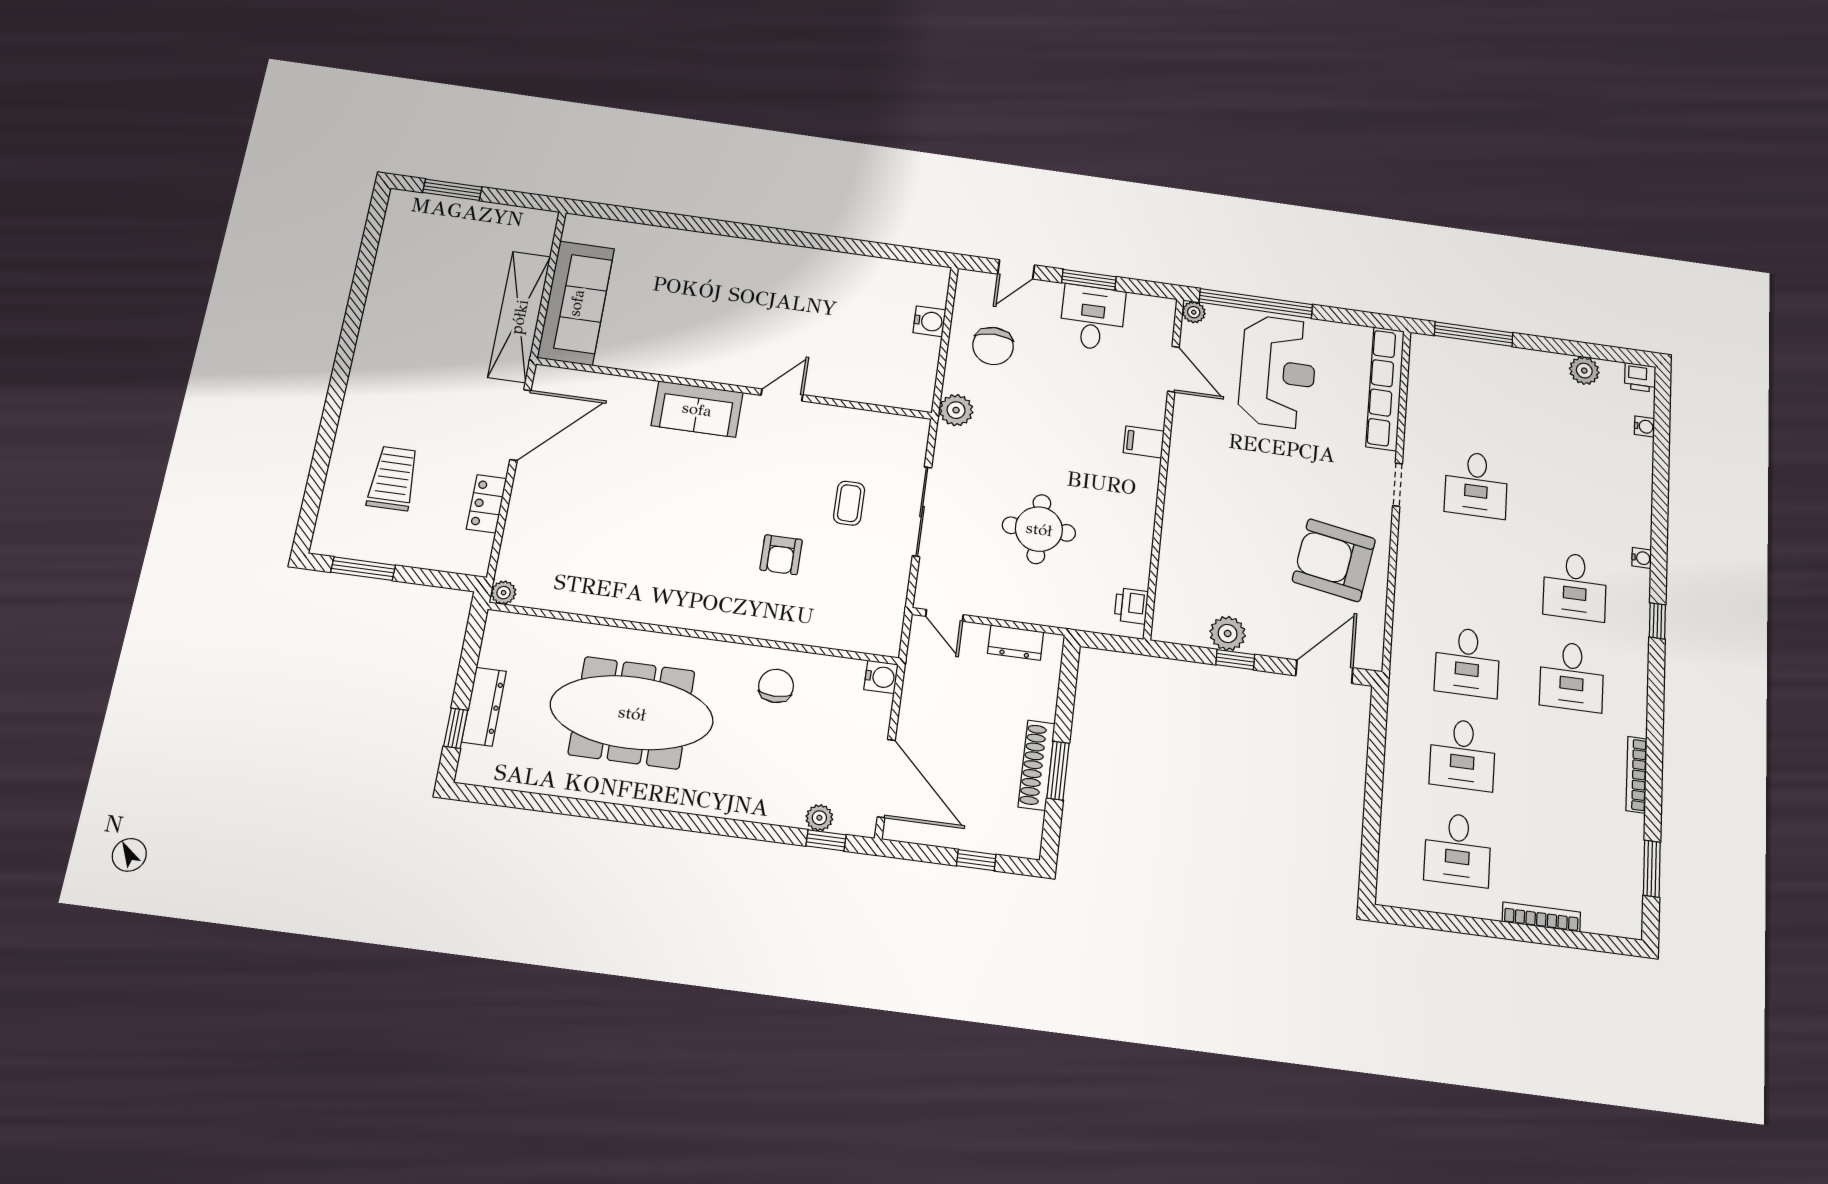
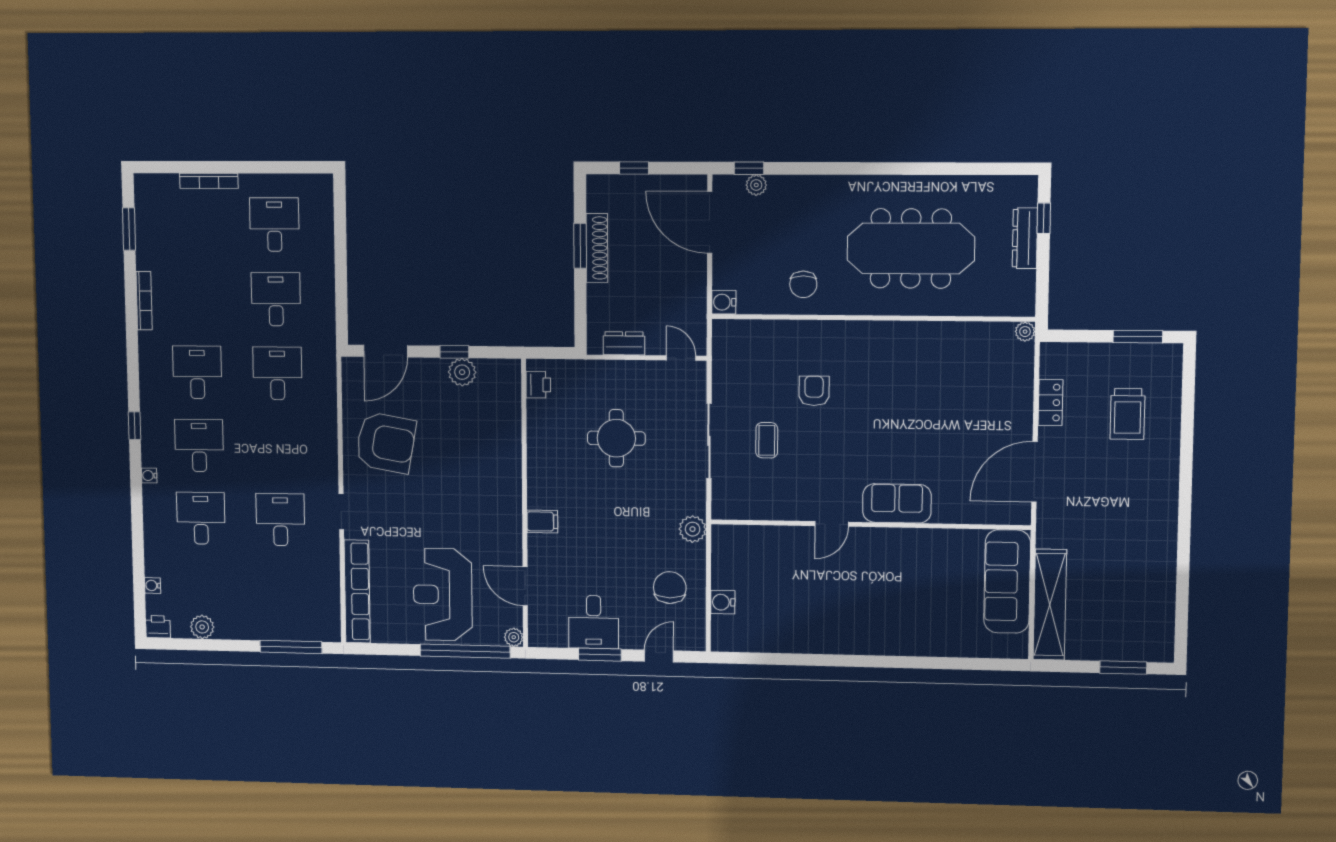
shelving: (519, 317) -> (1050, 605), moved
desk: (1578, 499) -> (201, 518), added

